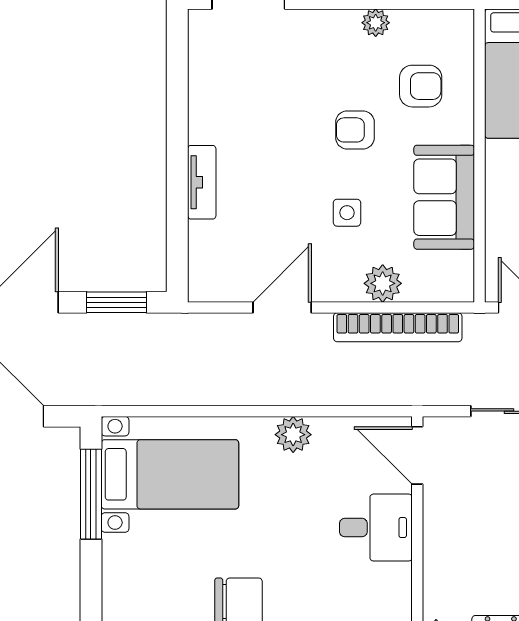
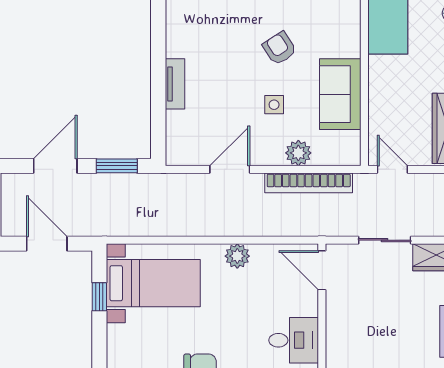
armchair: (421, 86) -> (324, 18), removed
armchair: (355, 130) -> (279, 48), turned 57
window: (91, 494) -> (99, 297), width x0.46
desk: (376, 528) -> (294, 340), moved

